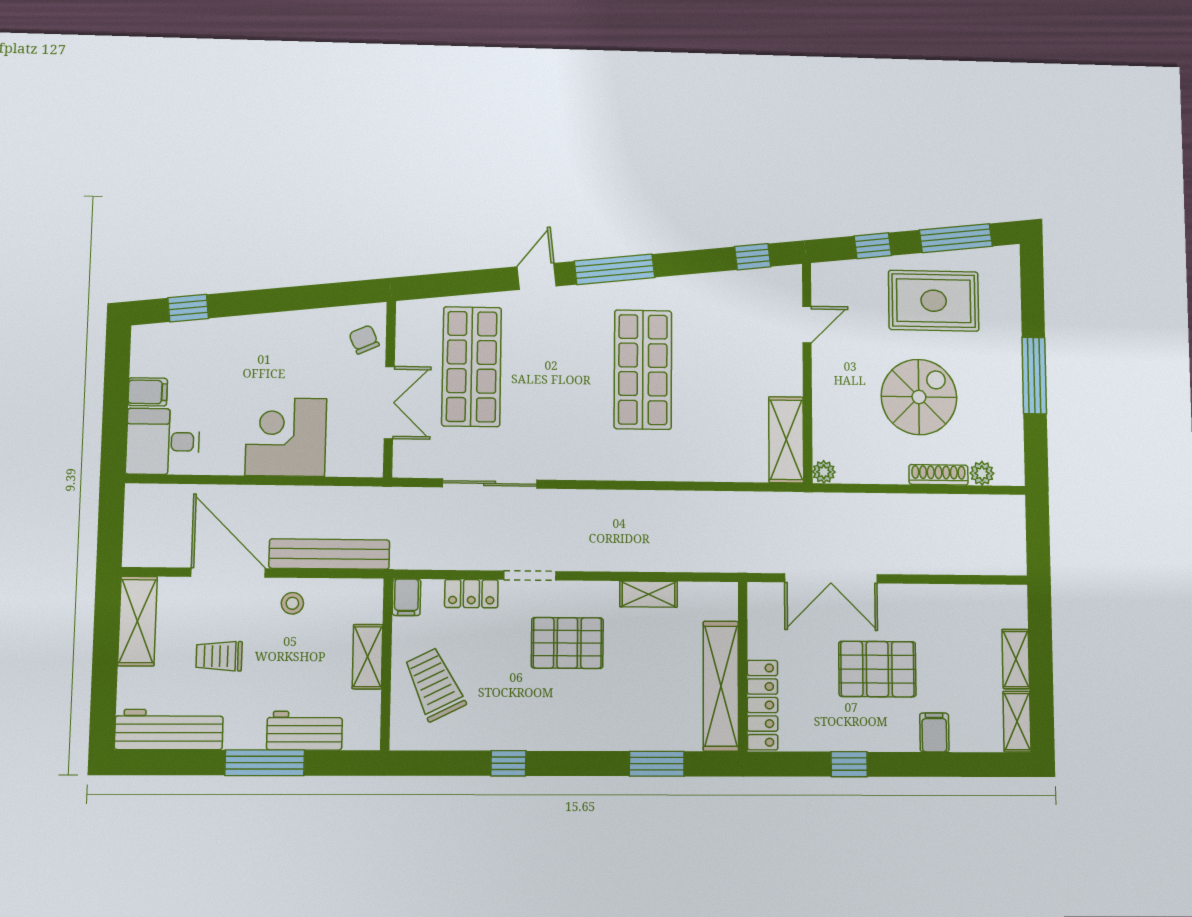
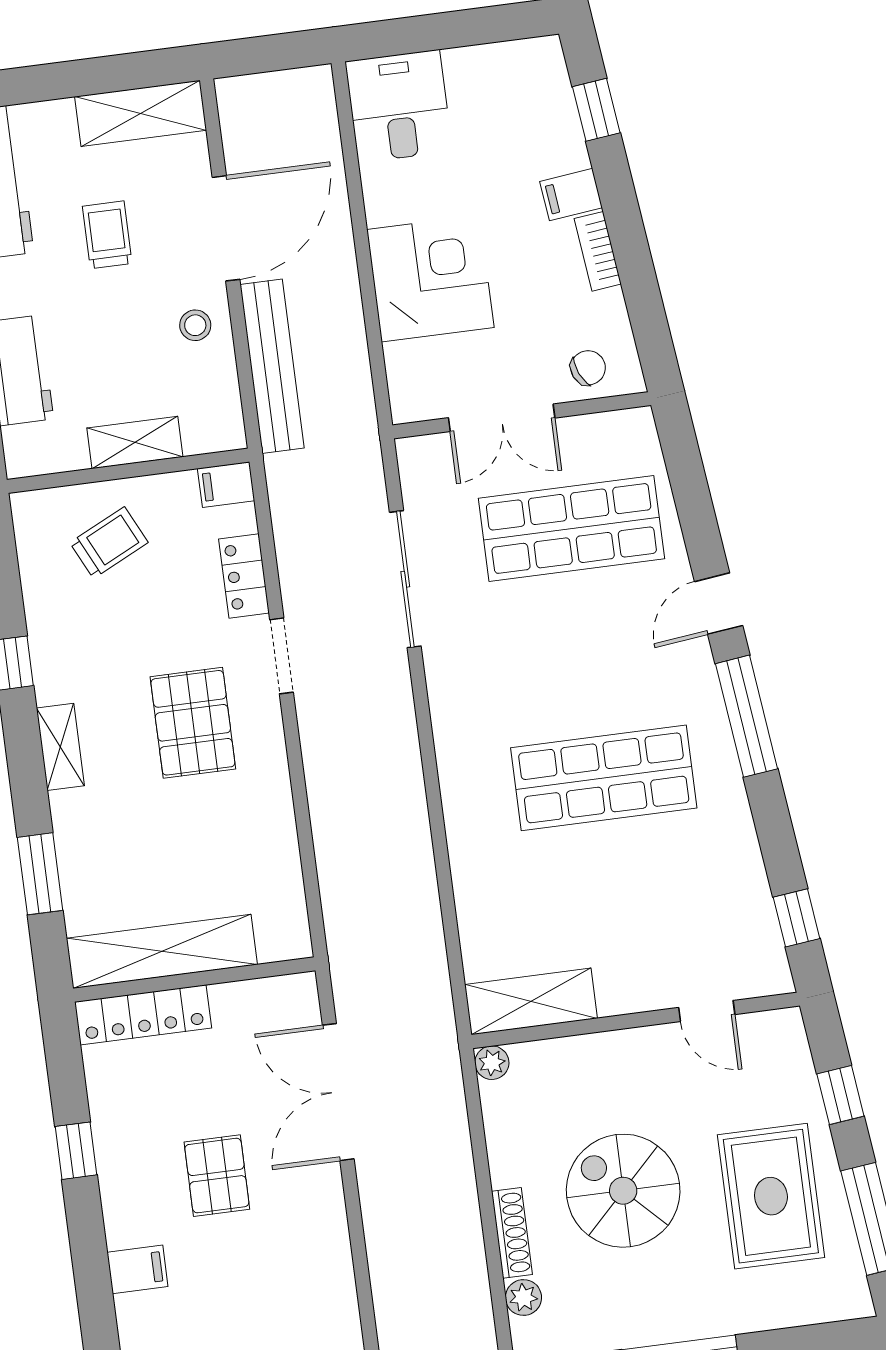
door: (537, 276) -> (719, 604), swing flipped
bookcase: (285, 321) -> (598, 251), added
filing cabinet: (148, 392) -> (571, 195), moved, turned 83
spiral stairs: (919, 397) -> (623, 1191), turned 180
shelving: (649, 594) -> (60, 747), moved
pallet: (877, 669) -> (217, 1176), width x0.67, depth x0.71
trolley: (434, 684) -> (109, 543), width x0.73, depth x0.72

